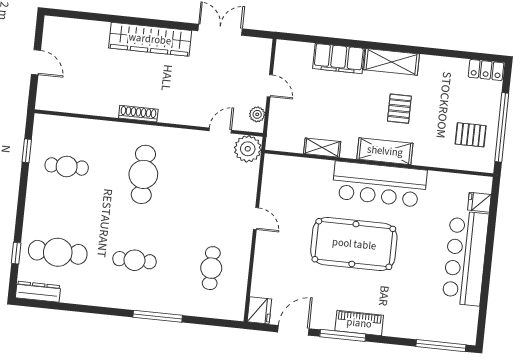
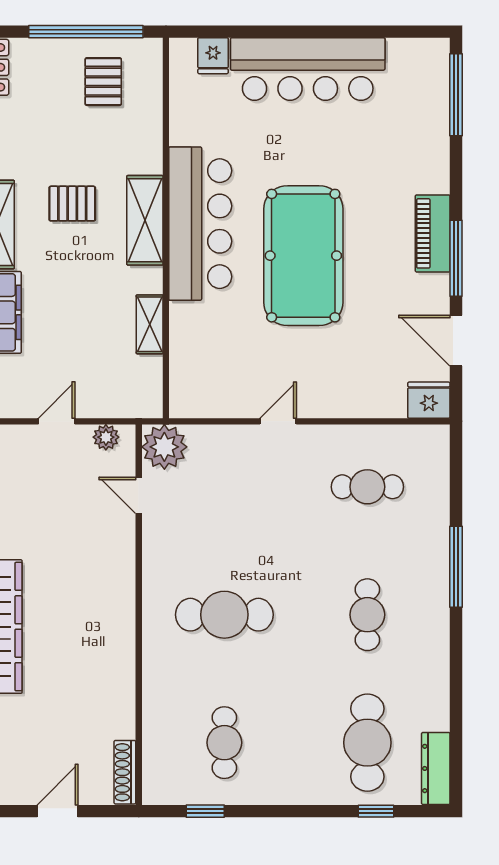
shoe rack: (138, 114) -> (125, 772), moved

